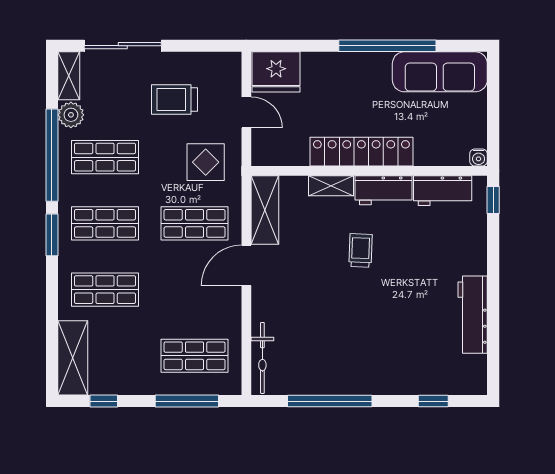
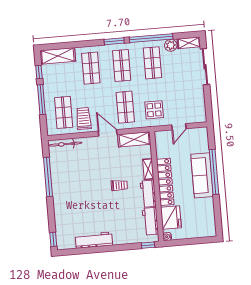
window: (387, 46) -> (214, 172), moved
fridge: (276, 72) -> (171, 218), moved, turned 180
sofa: (440, 72) -> (202, 175), moved
trolley: (175, 99) -> (84, 118), moved
window: (187, 401) -> (41, 100), moved
window: (433, 401) -> (53, 239), moved

